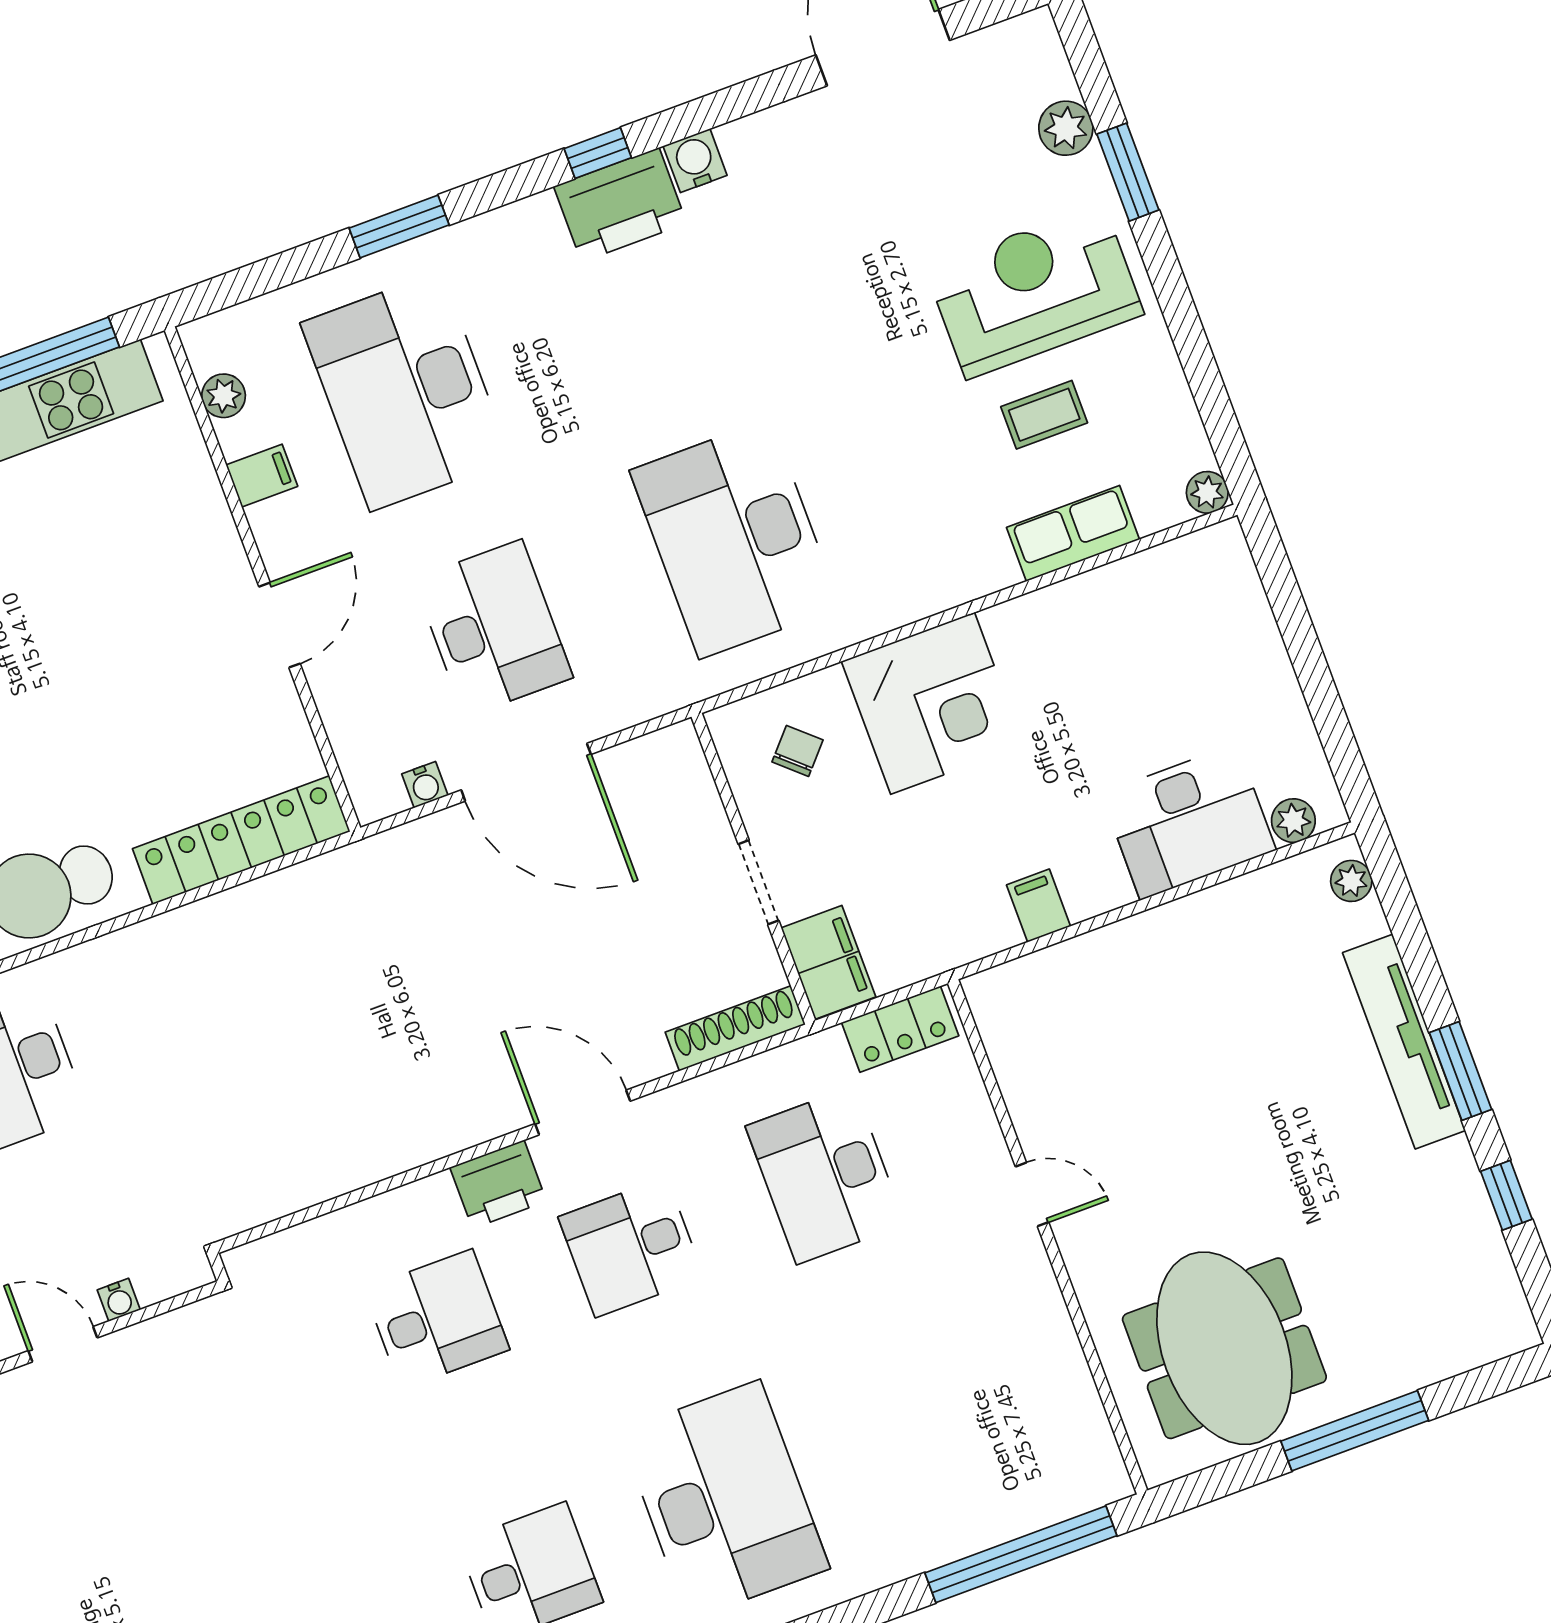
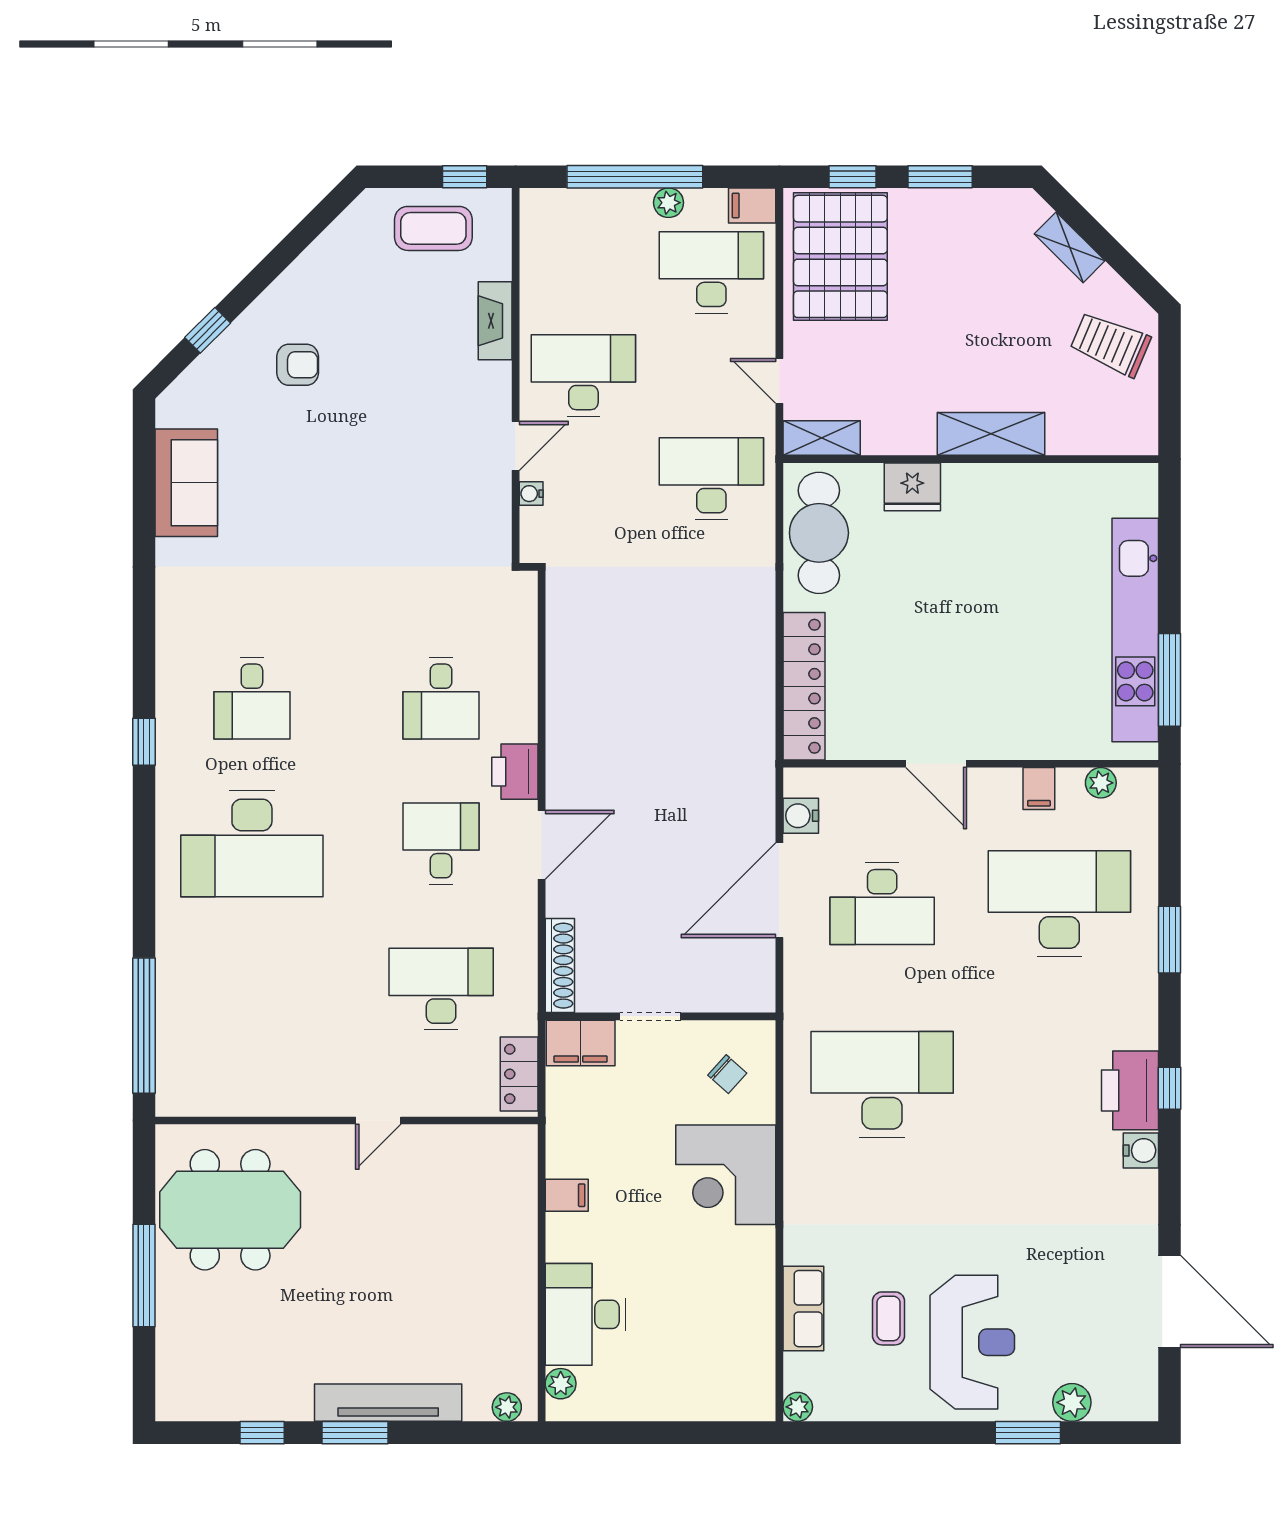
water cooler: (425, 785) -> (801, 816), width x1.38, depth x1.38

